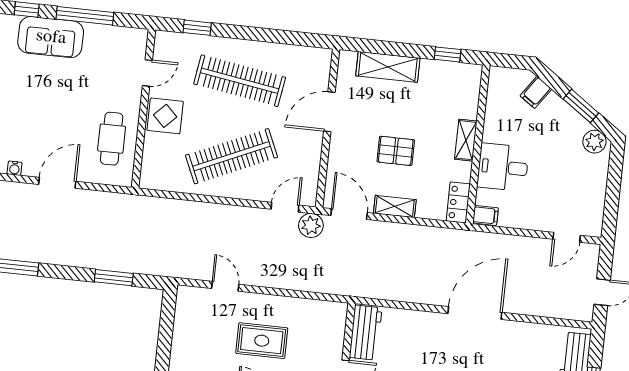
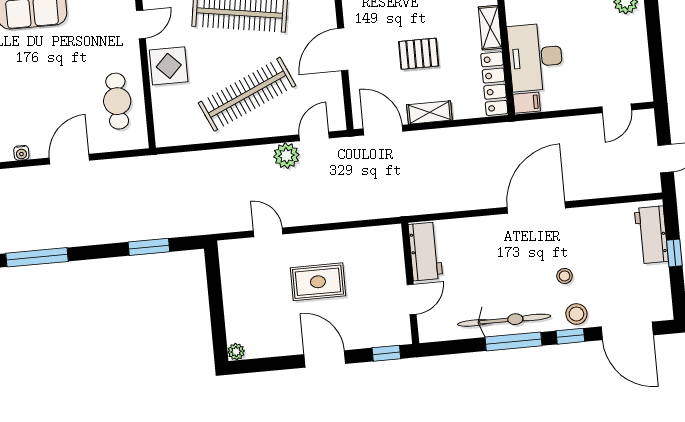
door: (329, 112) -> (343, 49), moved
desk: (503, 167) -> (536, 57), width x1.37
locker: (458, 202) -> (494, 84), width x1.53
plant: (311, 225) -> (286, 156), moved

